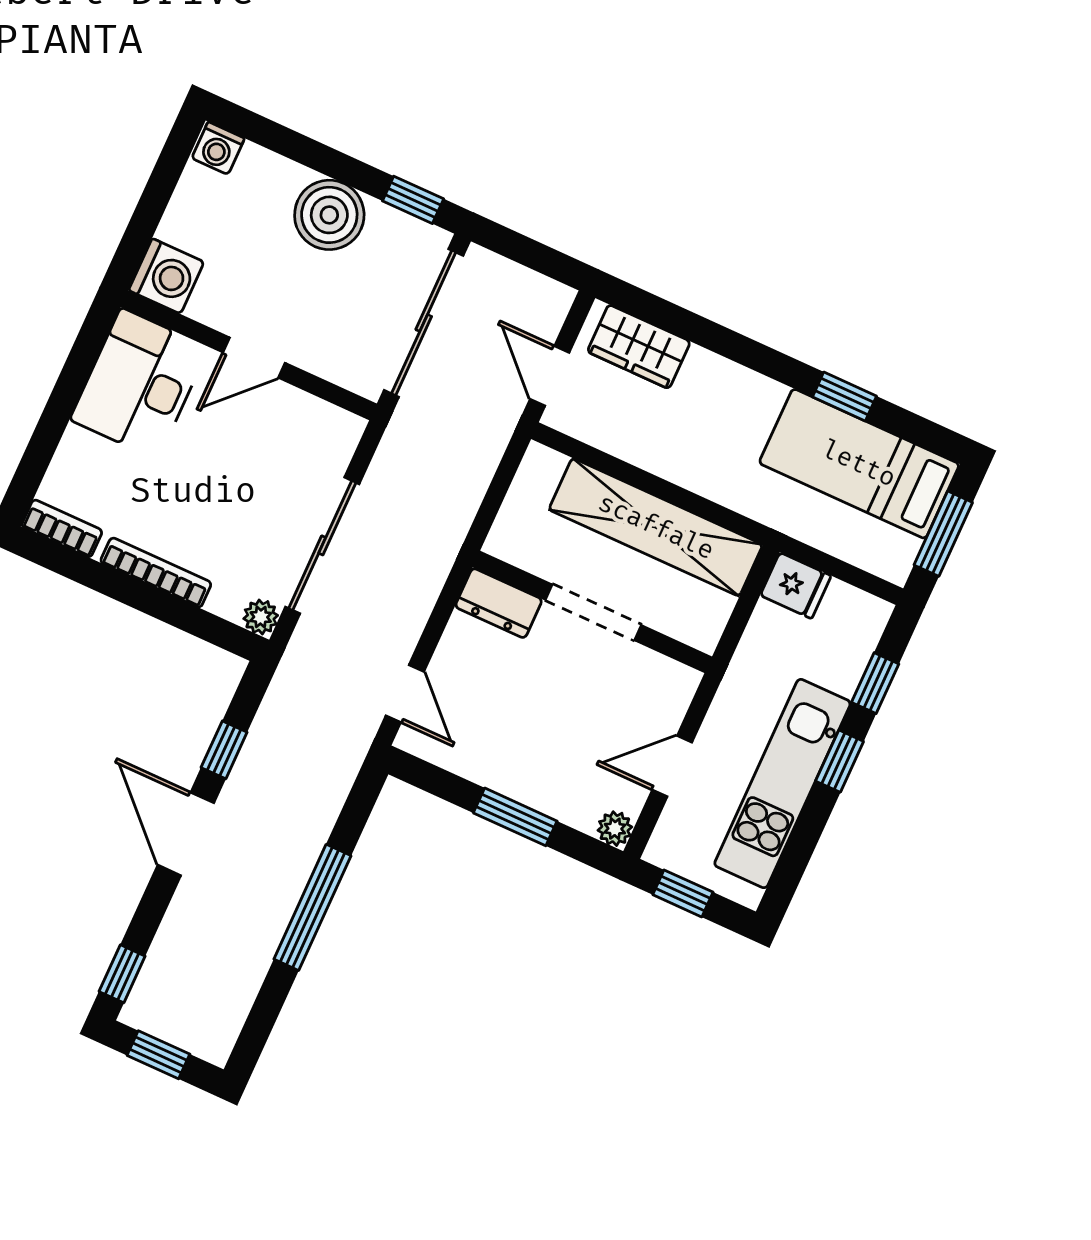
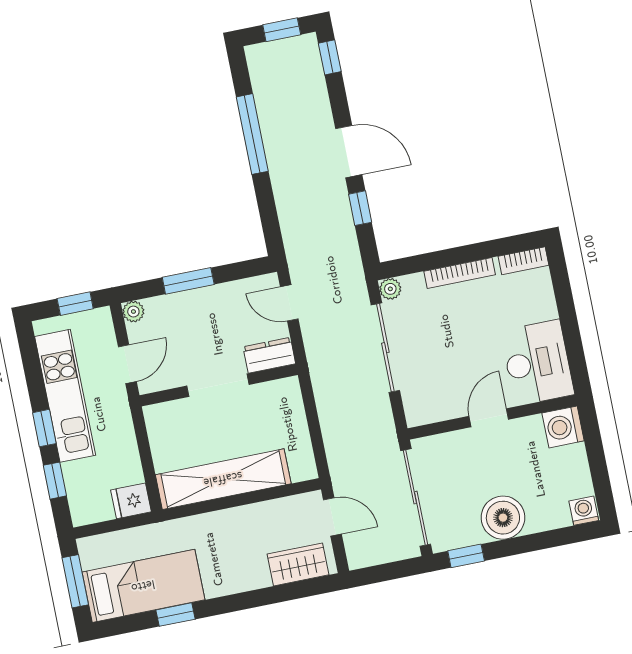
dresser: (499, 603) -> (269, 355), moved
wall: (592, 612) -> (219, 385), moved
doorway: (593, 612) -> (218, 385), moved
window: (312, 907) -> (252, 134), moved

